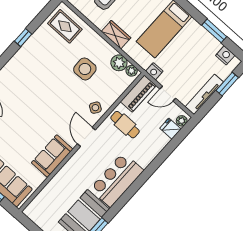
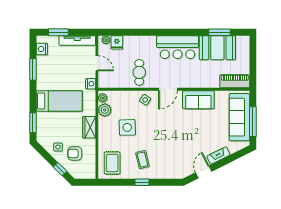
coffee table: (43, 57) -> (142, 160), added
piano: (138, 94) -> (235, 81), moved

